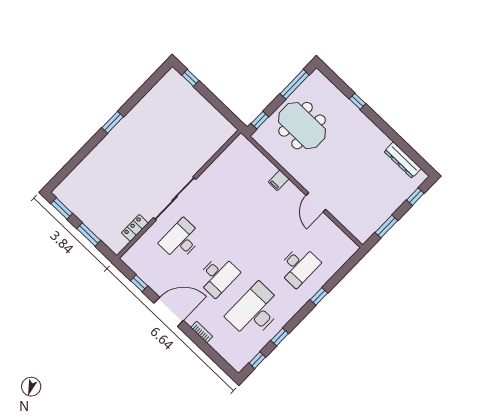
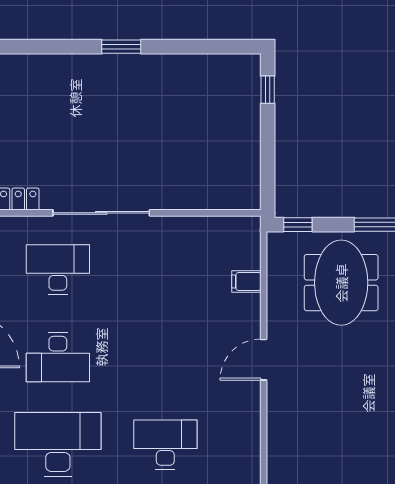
filing cabinet: (279, 180) -> (246, 281), moved
door: (316, 202) -> (264, 360), moved
desk: (299, 266) -> (165, 445), turned 180

